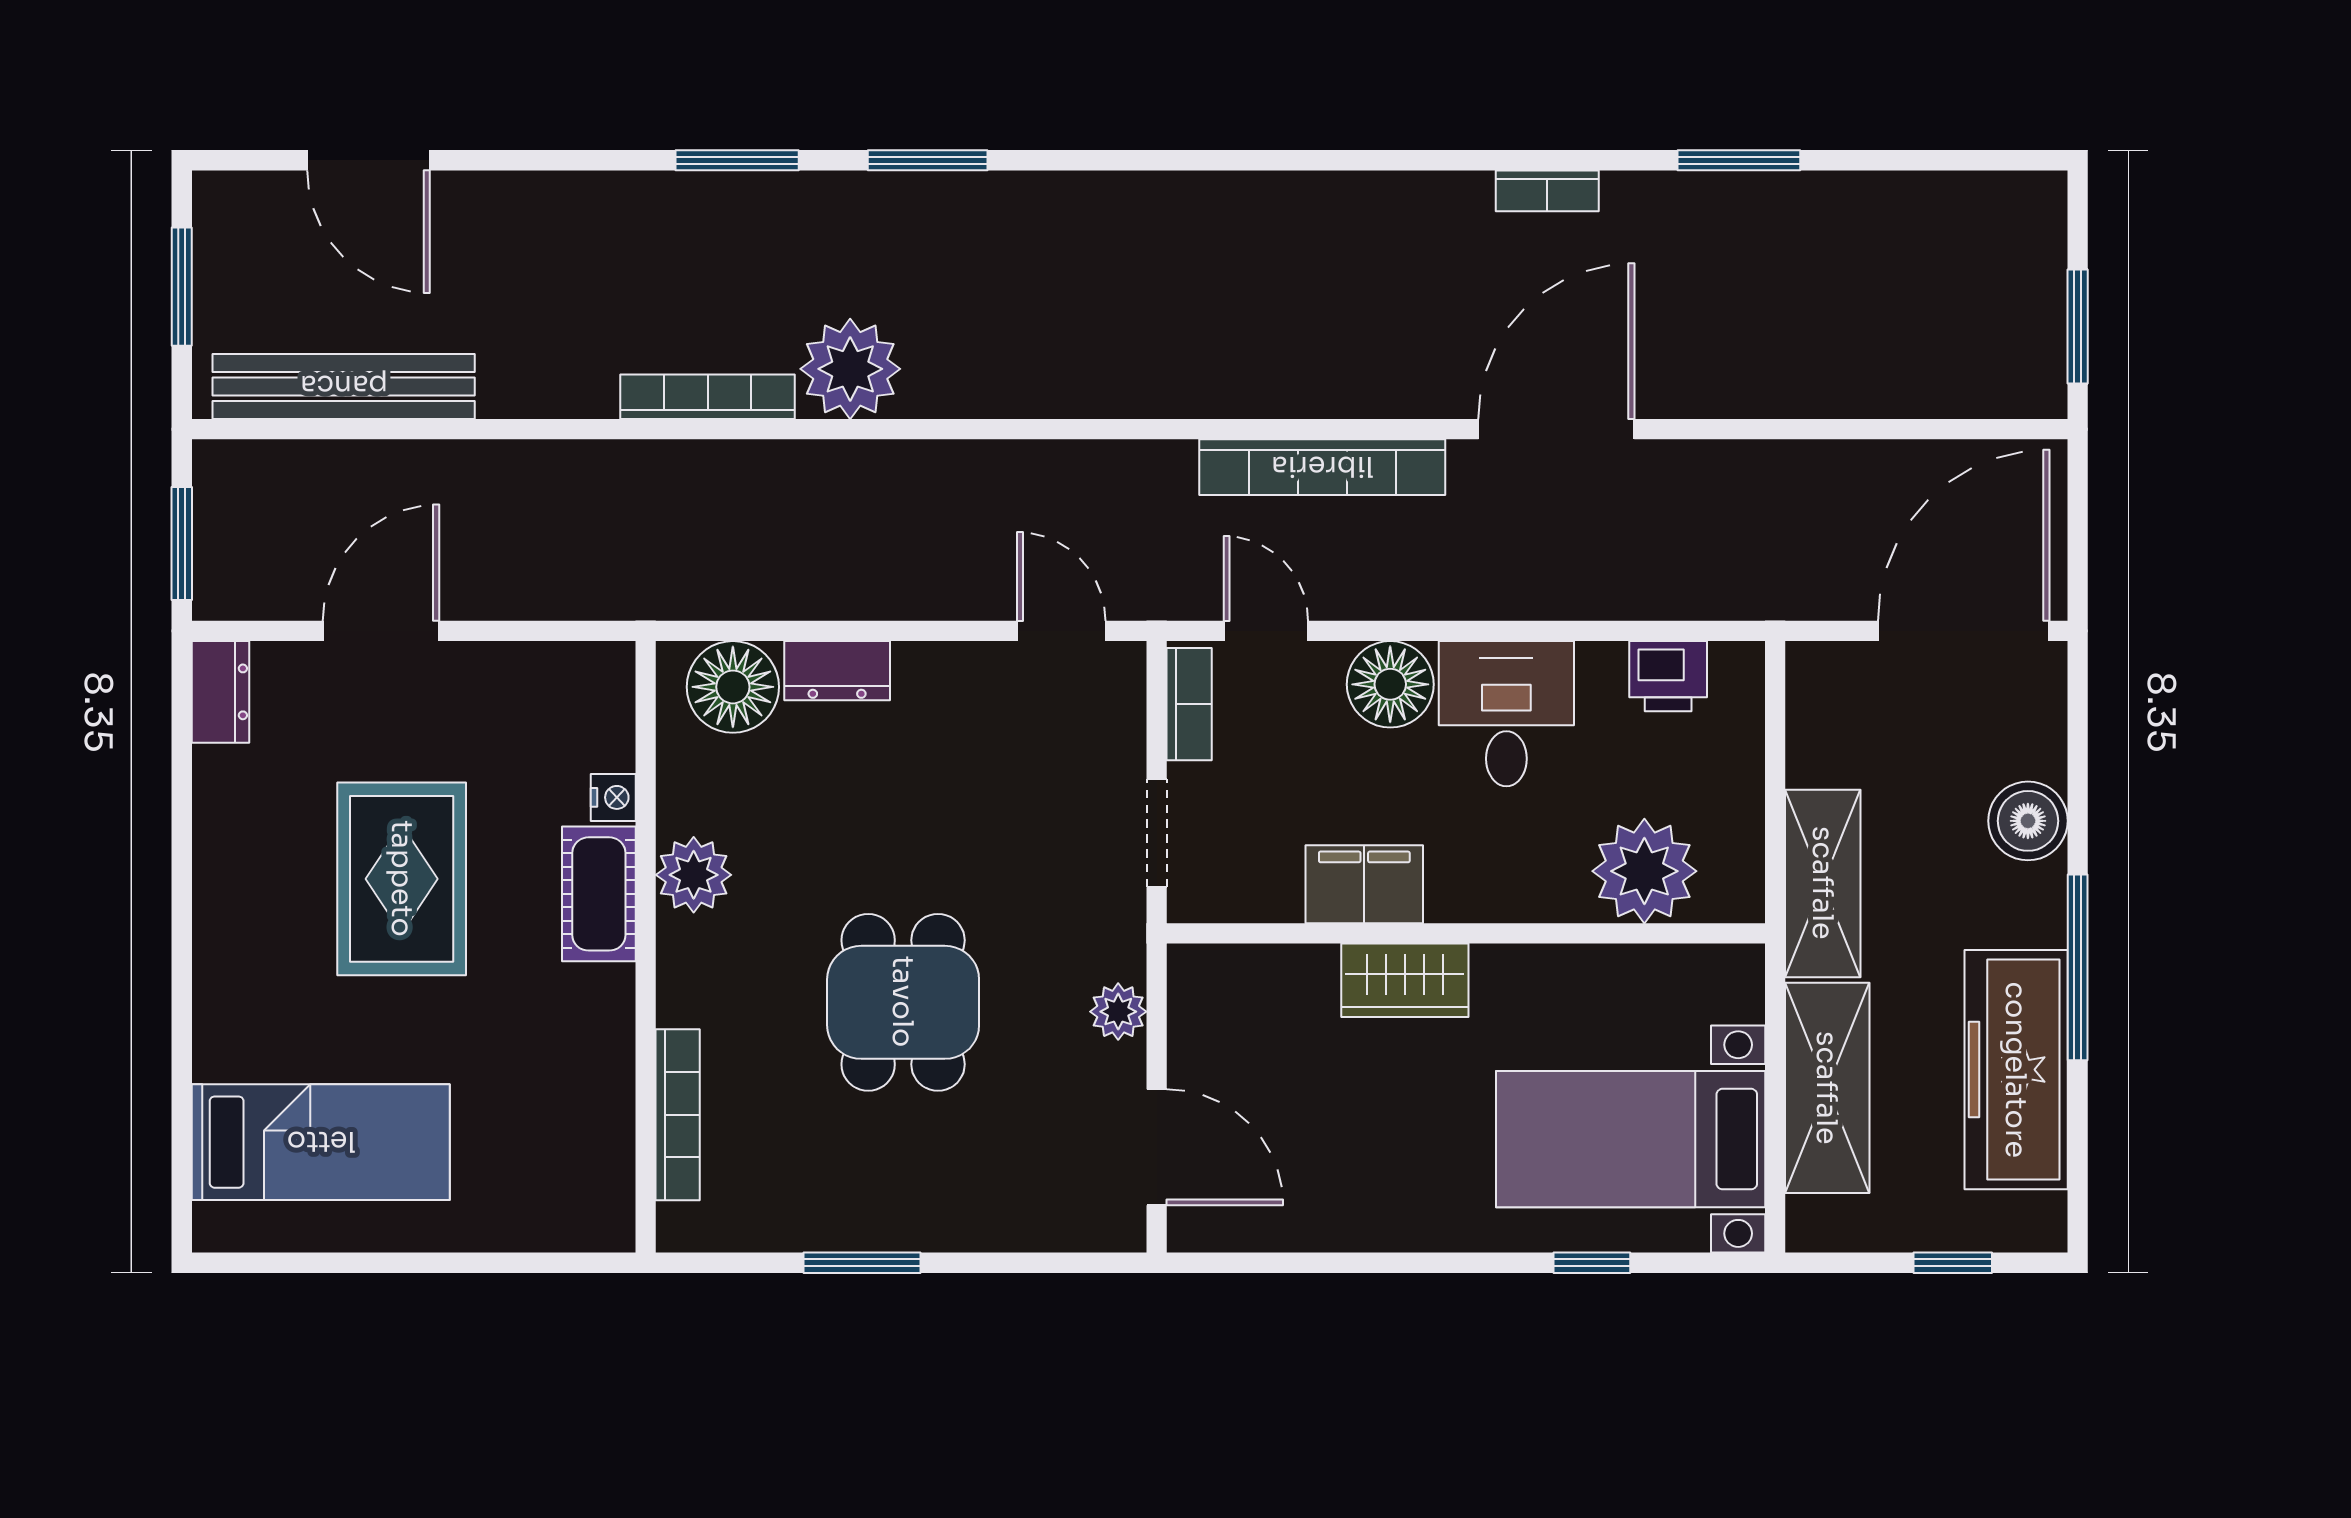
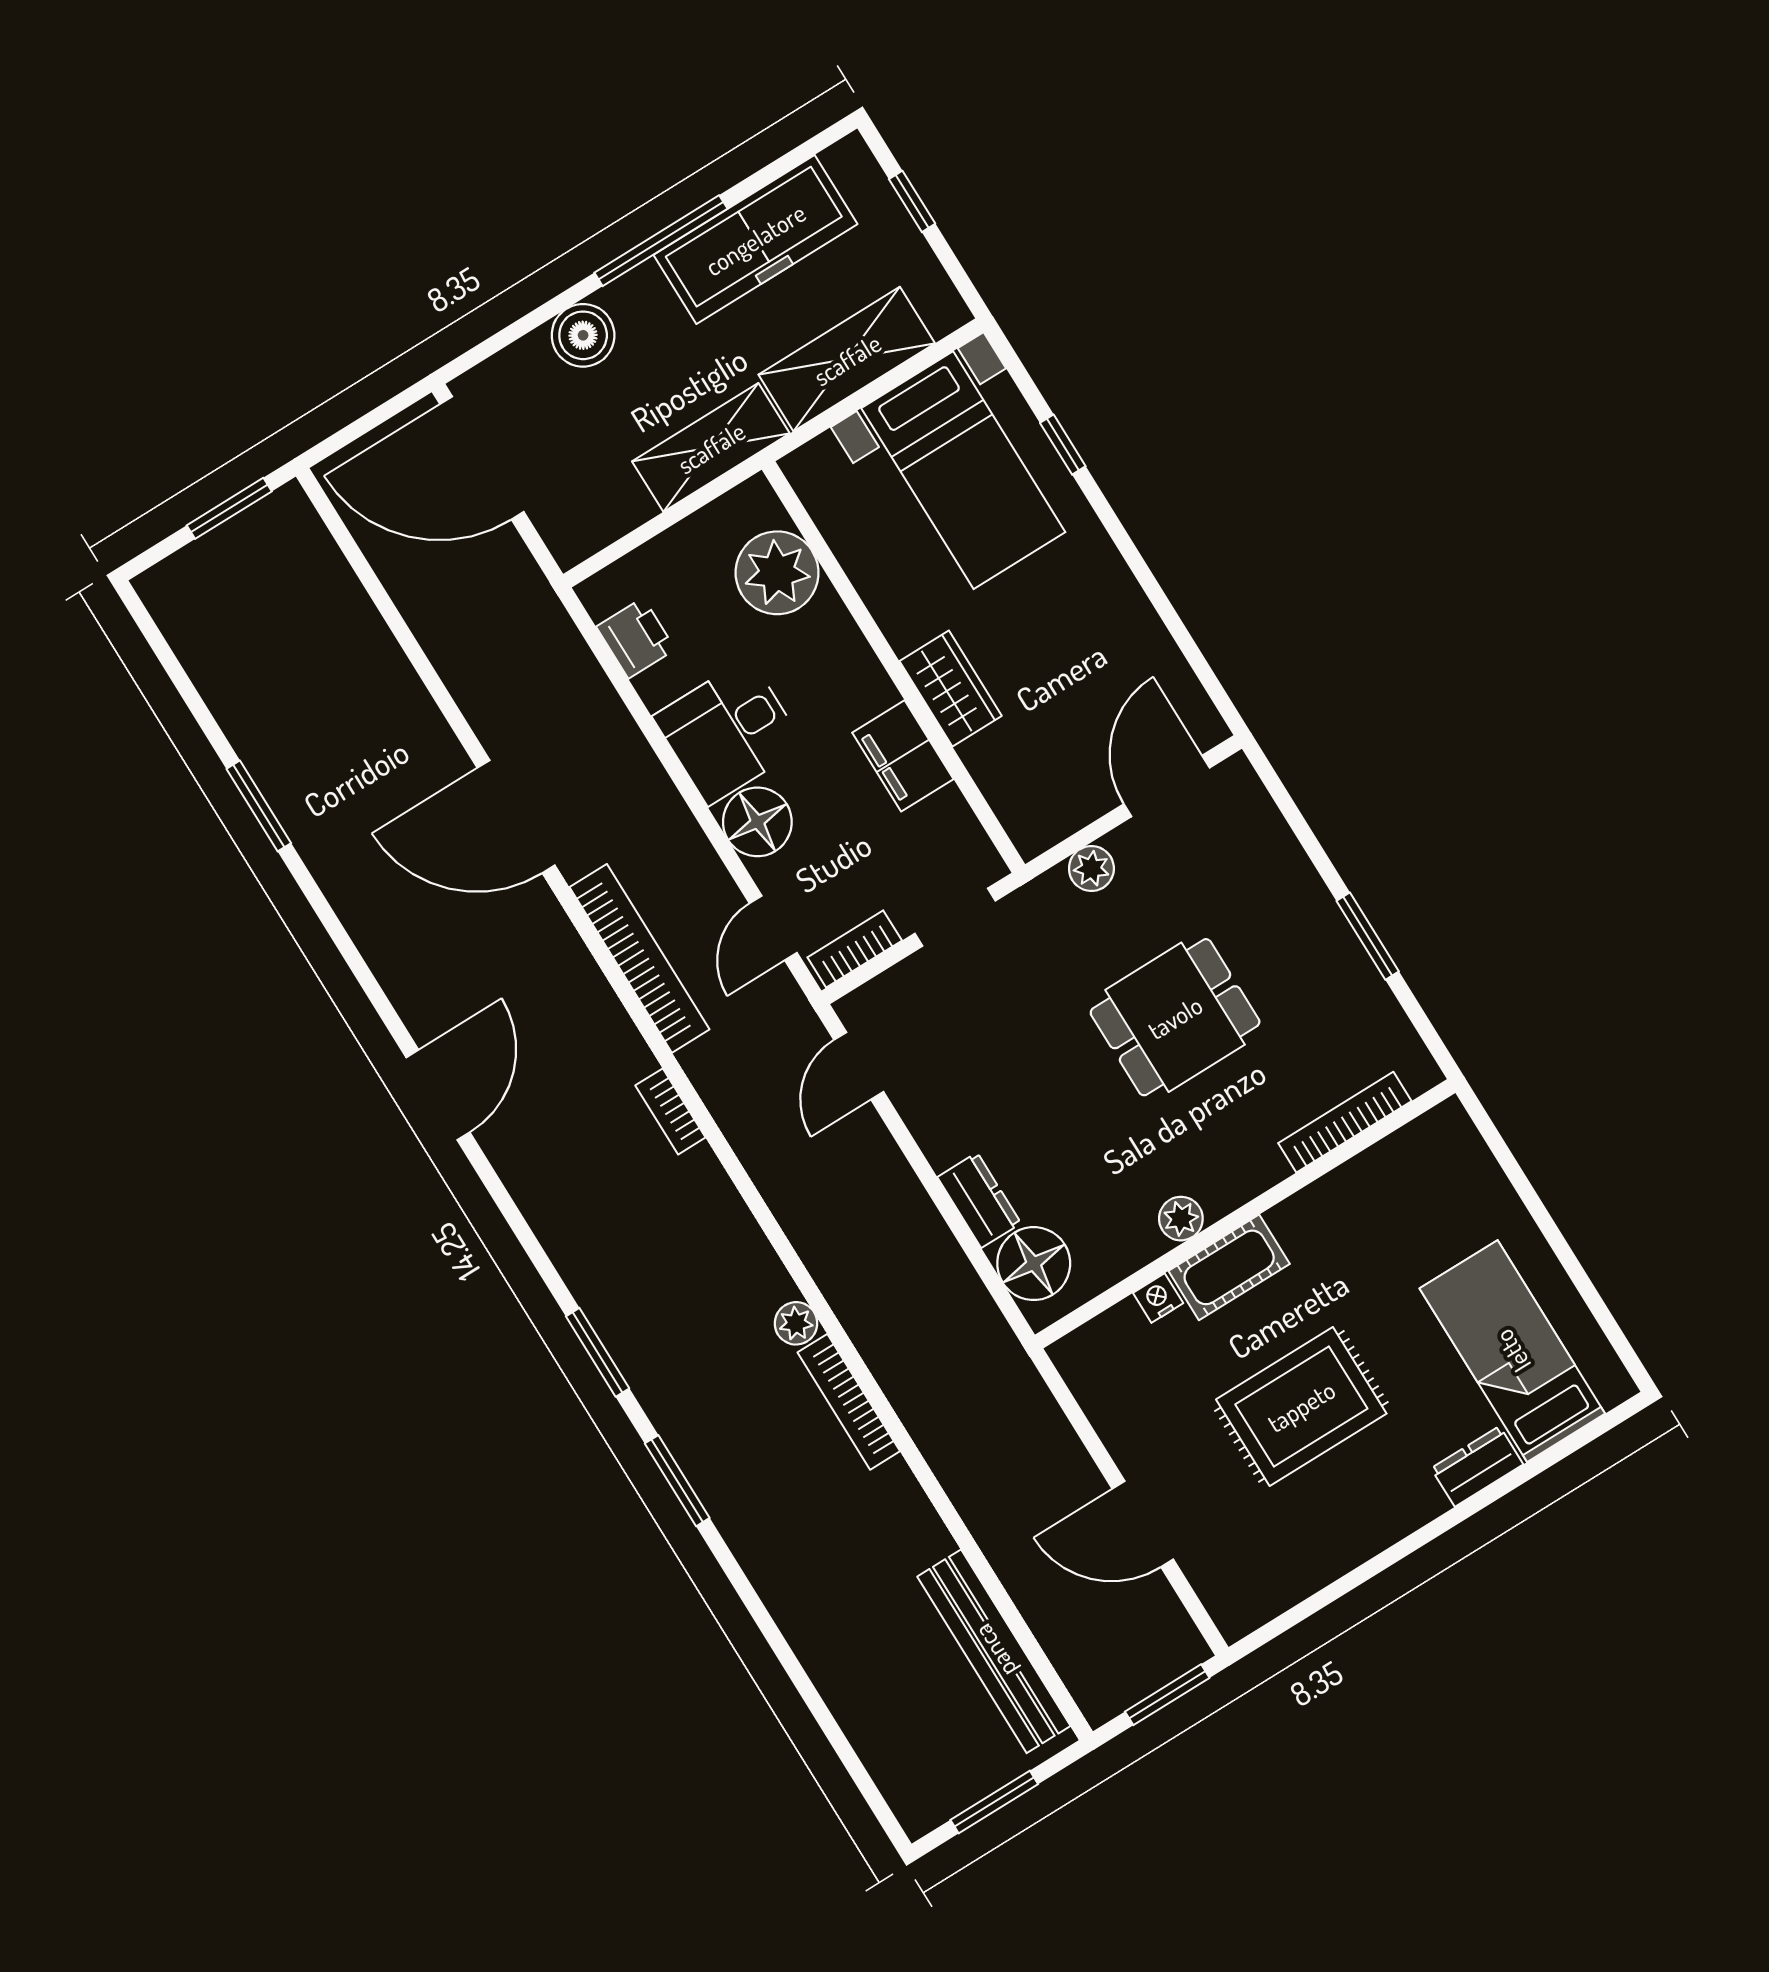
door: (369, 160) -> (438, 1095), moved
bookcase: (1547, 191) -> (670, 1111), moved, turned 180
plant: (850, 369) -> (796, 1323), width x0.53, depth x0.53
dresser: (221, 692) -> (1477, 1466), moved
plant: (694, 875) -> (1181, 1219), width x0.73, depth x0.73

